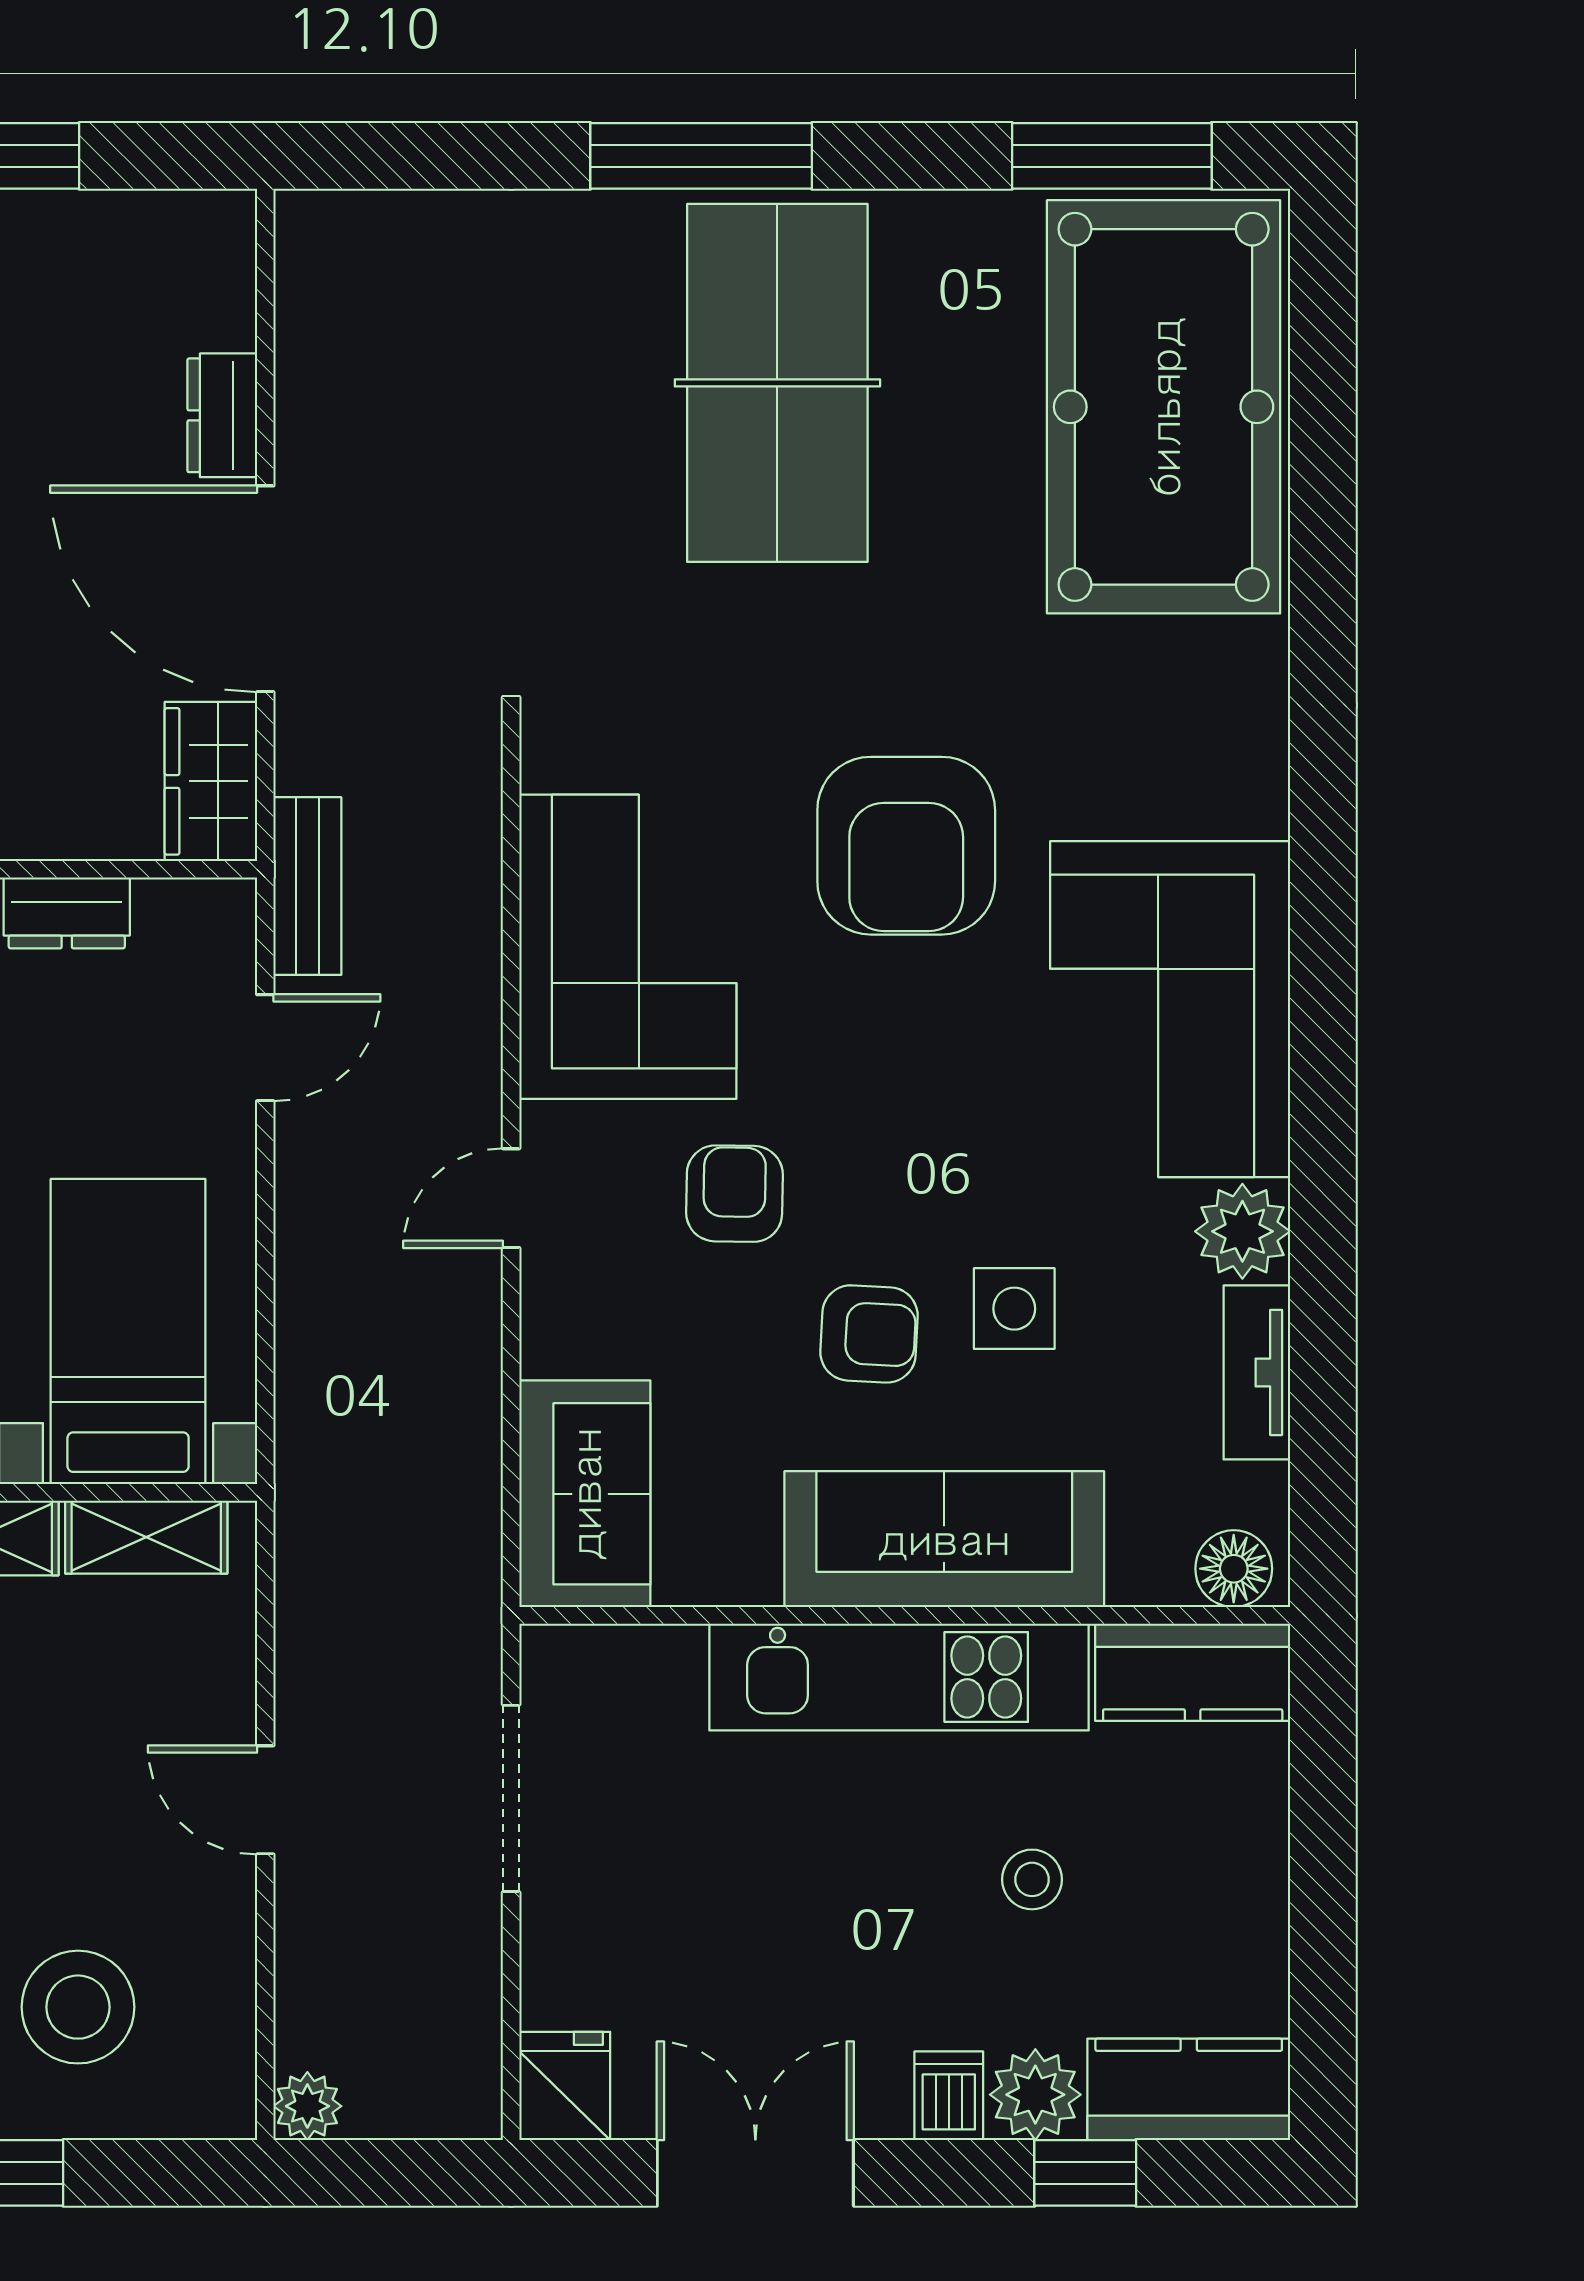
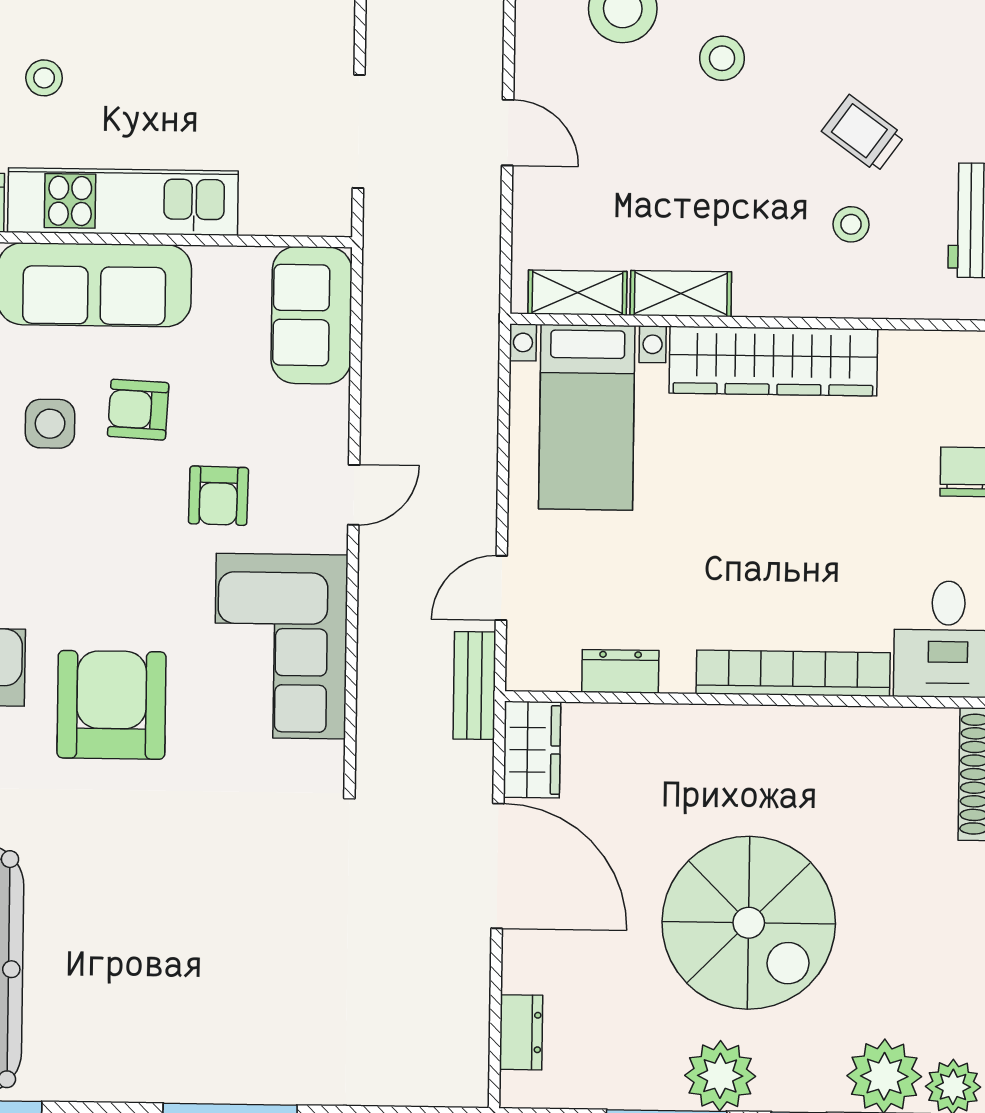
table tennis table: (777, 383) -> (186, 986), removed
dresser: (222, 415) -> (521, 1032), moved

